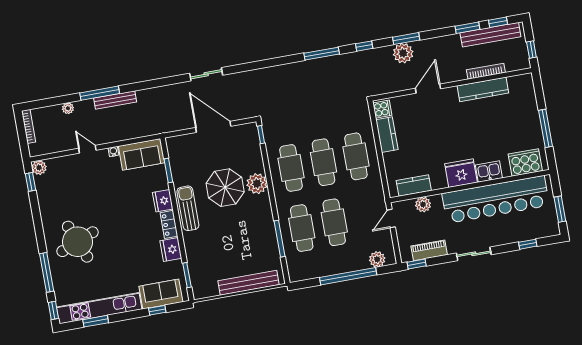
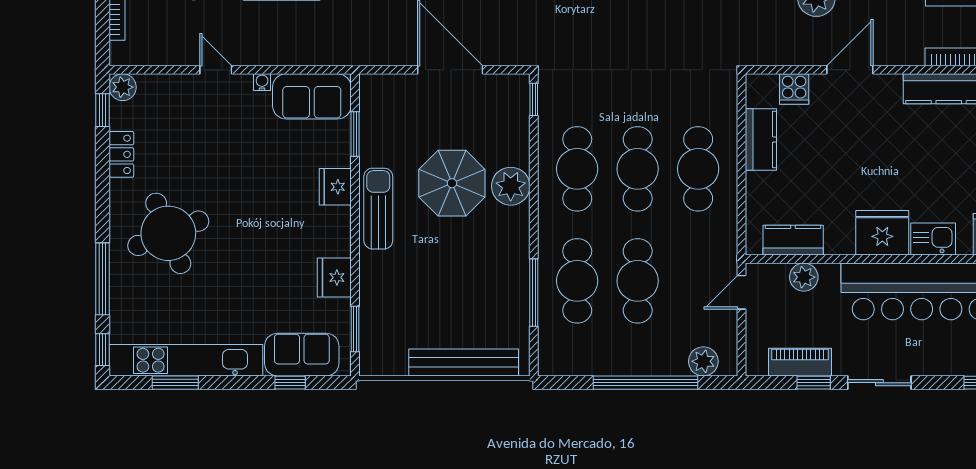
cooker: (382, 109) -> (794, 89), moved, turned 90
locker: (169, 224) -> (121, 154), moved, turned 180
window: (417, 264) -> (814, 383), moved

